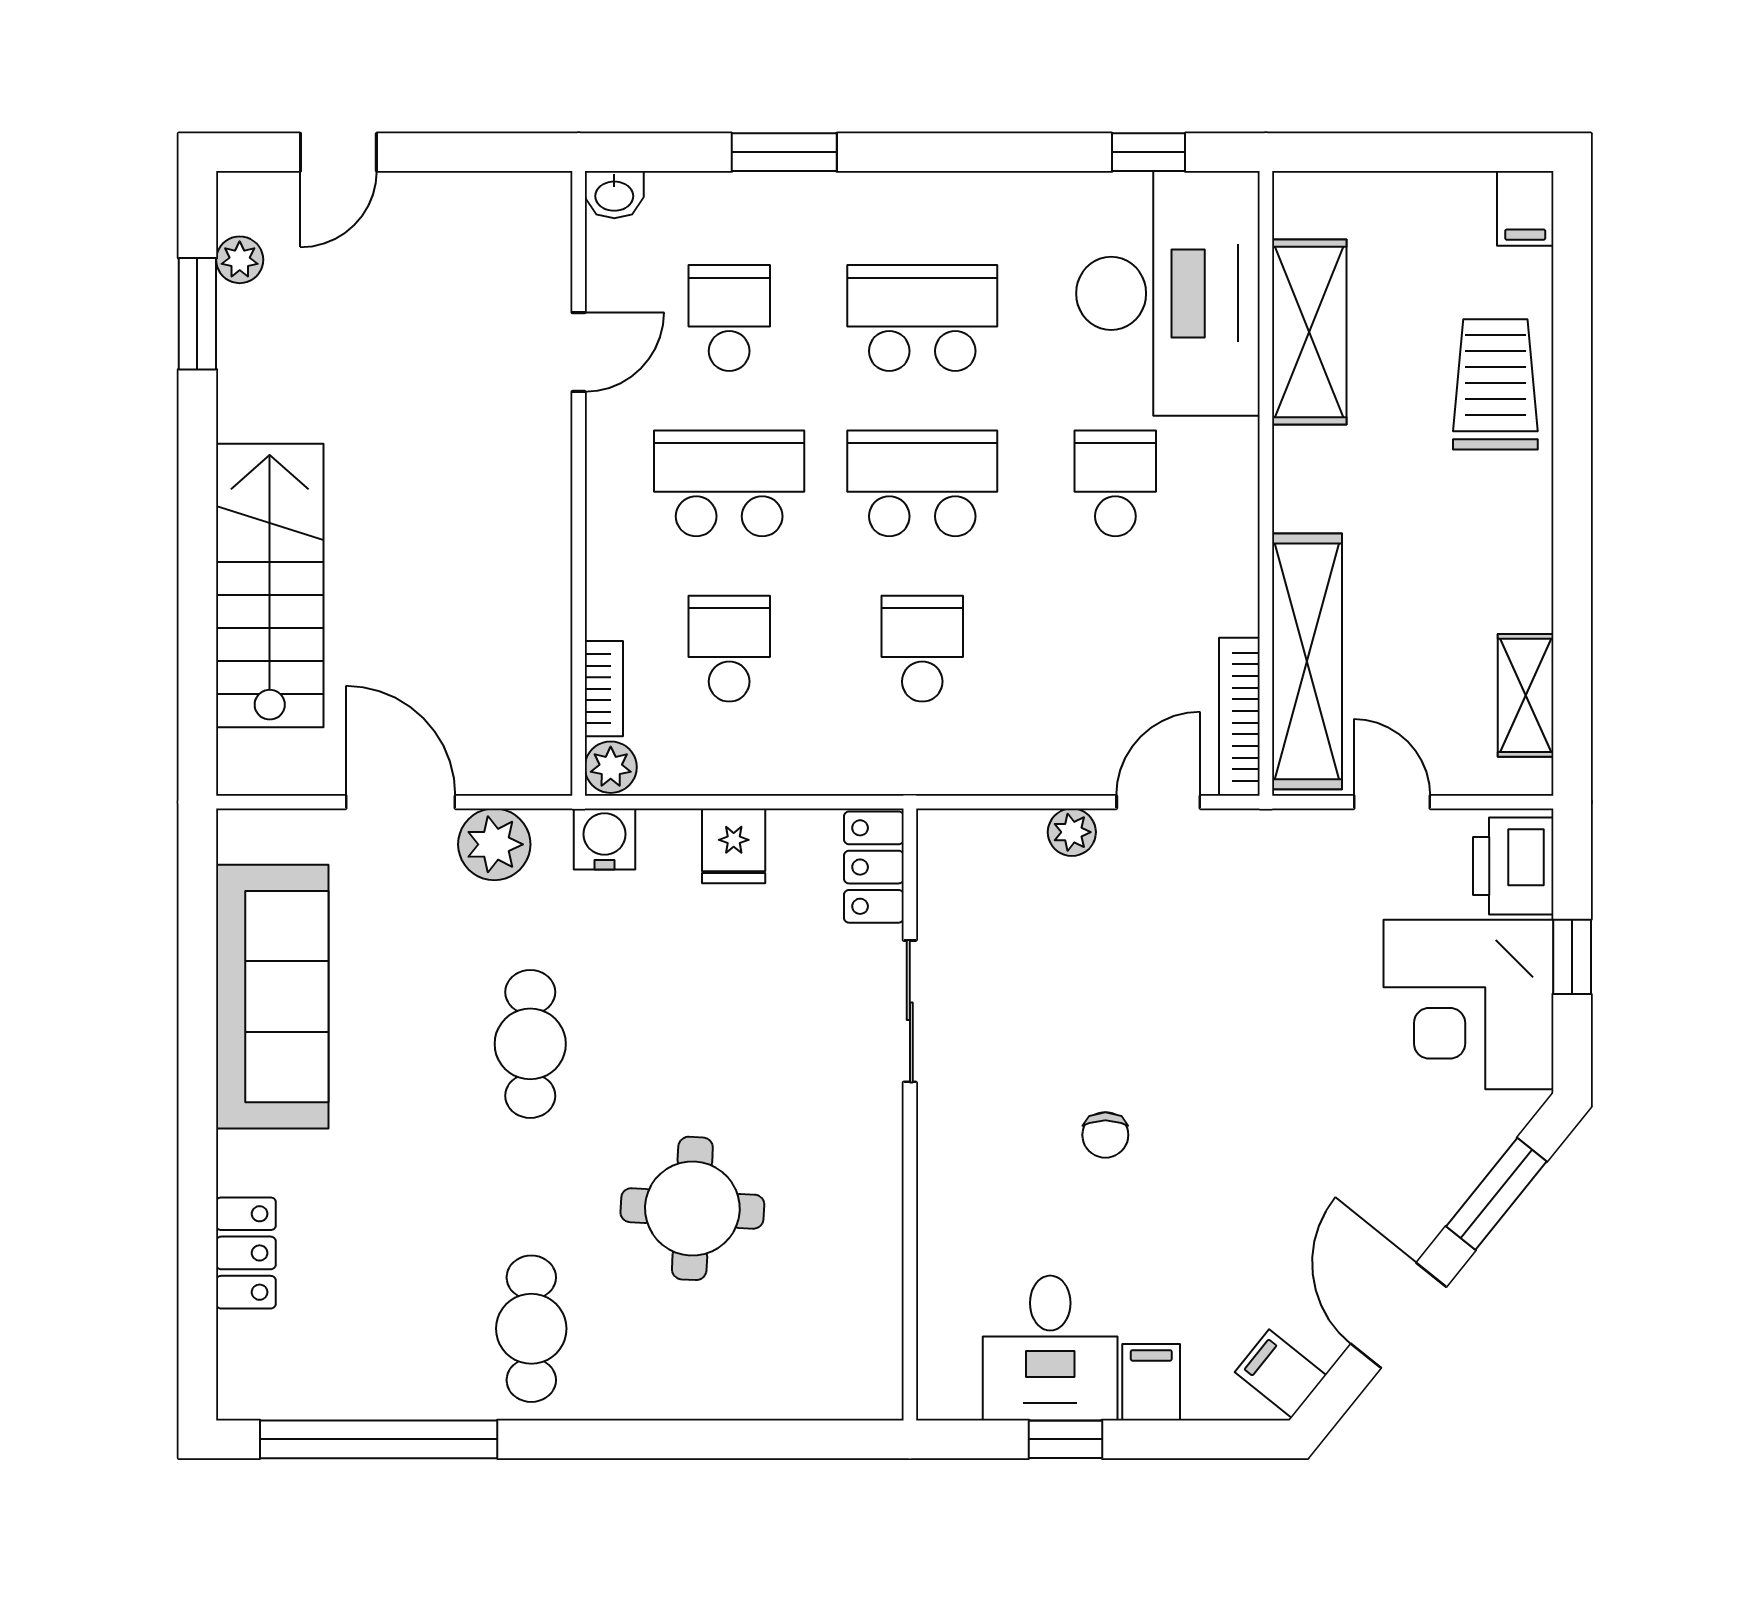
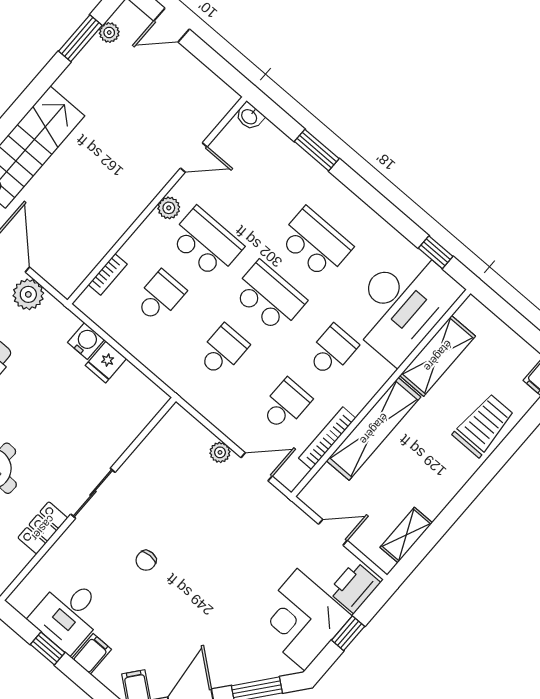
school desk: (729, 318) -> (286, 405), moved
shelving: (1307, 661) -> (374, 429), moved
bookcase: (1239, 717) -> (327, 438), moved
plant: (611, 767) -> (169, 208), moved
door: (1392, 802) -> (333, 532), hinge flipped
water cooler: (605, 839) -> (86, 341), moved
locker: (874, 867) -> (43, 528), moved
sliding door: (910, 1011) -> (93, 493), moved

